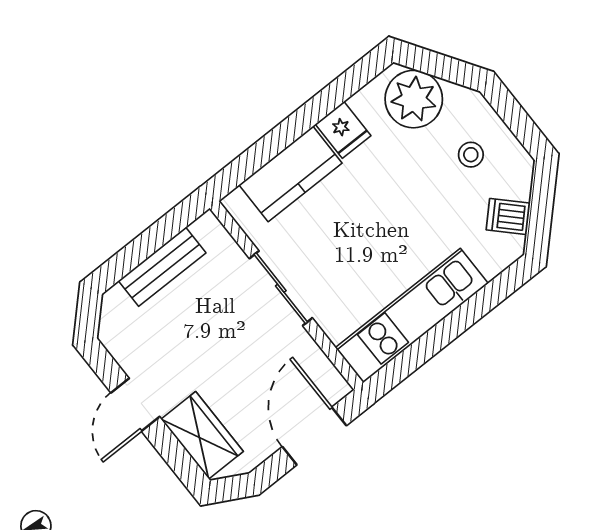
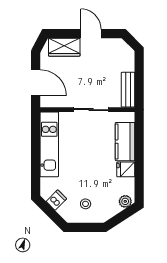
plant: (414, 99) -> (125, 201), width x0.53, depth x0.53
bench: (162, 267) -> (128, 90), moved

